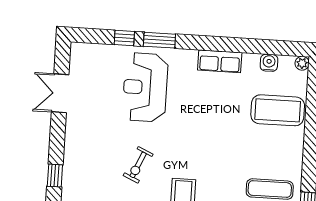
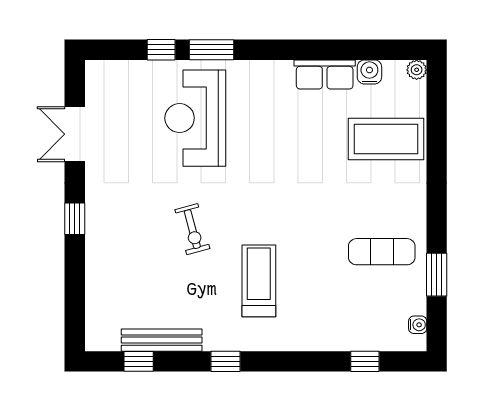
row of seats: (220, 61) -> (325, 74), moved
exercise bike: (138, 165) -> (192, 229), turned -39
window: (55, 176) -> (75, 219), moved

